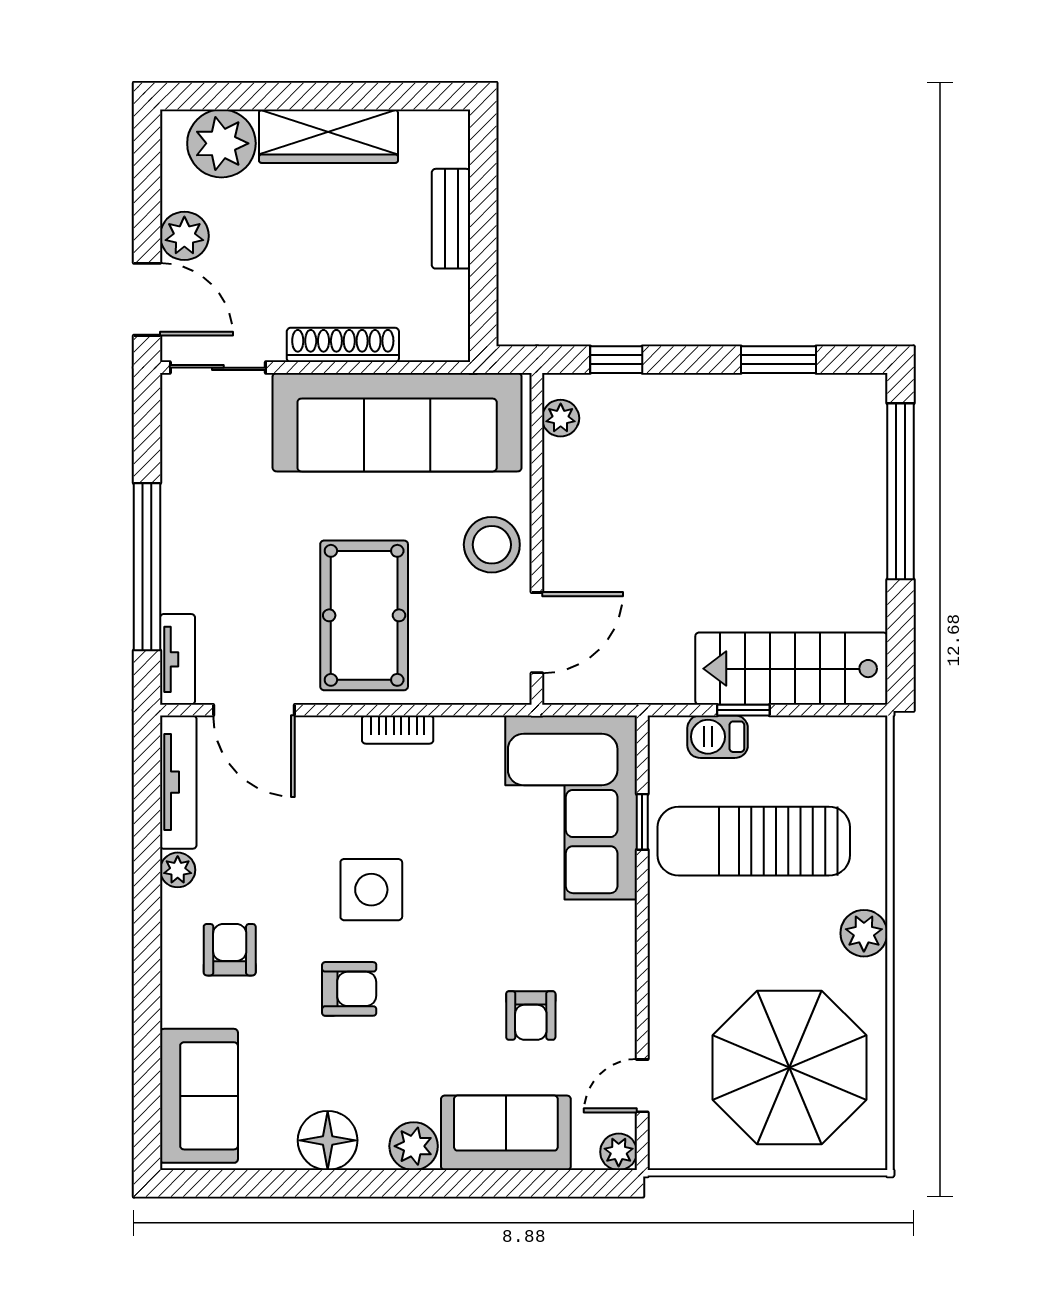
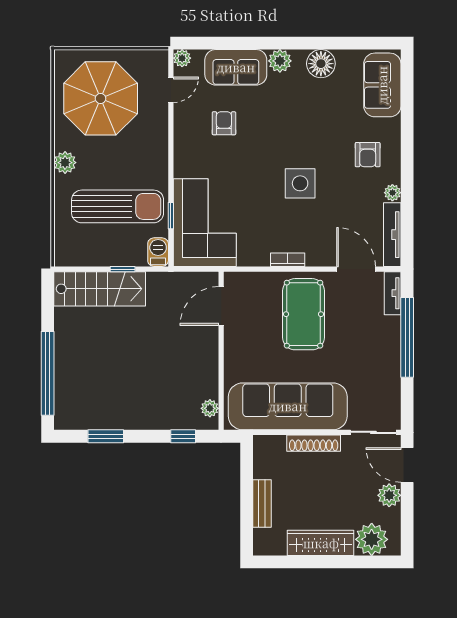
stool: (492, 545) -> (243, 348), removed
barbecue: (718, 737) -> (158, 252), moved, turned -90
armchair: (349, 989) -> (311, 136), removed

